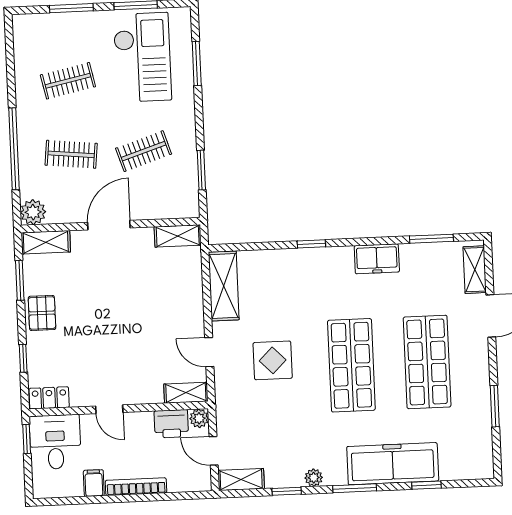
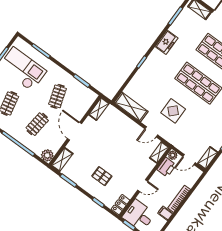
pallet: (42, 313) -> (102, 176), moved

